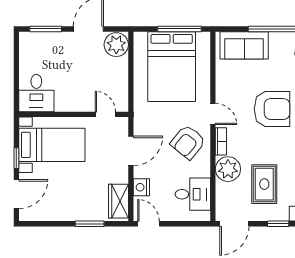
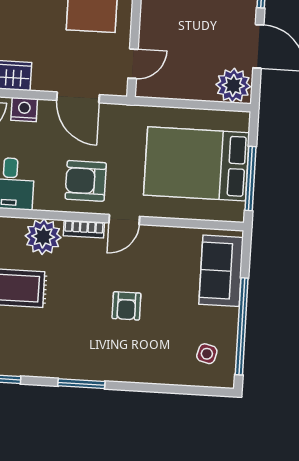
armchair: (272, 109) -> (126, 306), width x0.53, depth x0.53
armchair: (188, 142) -> (86, 181), turned -39

